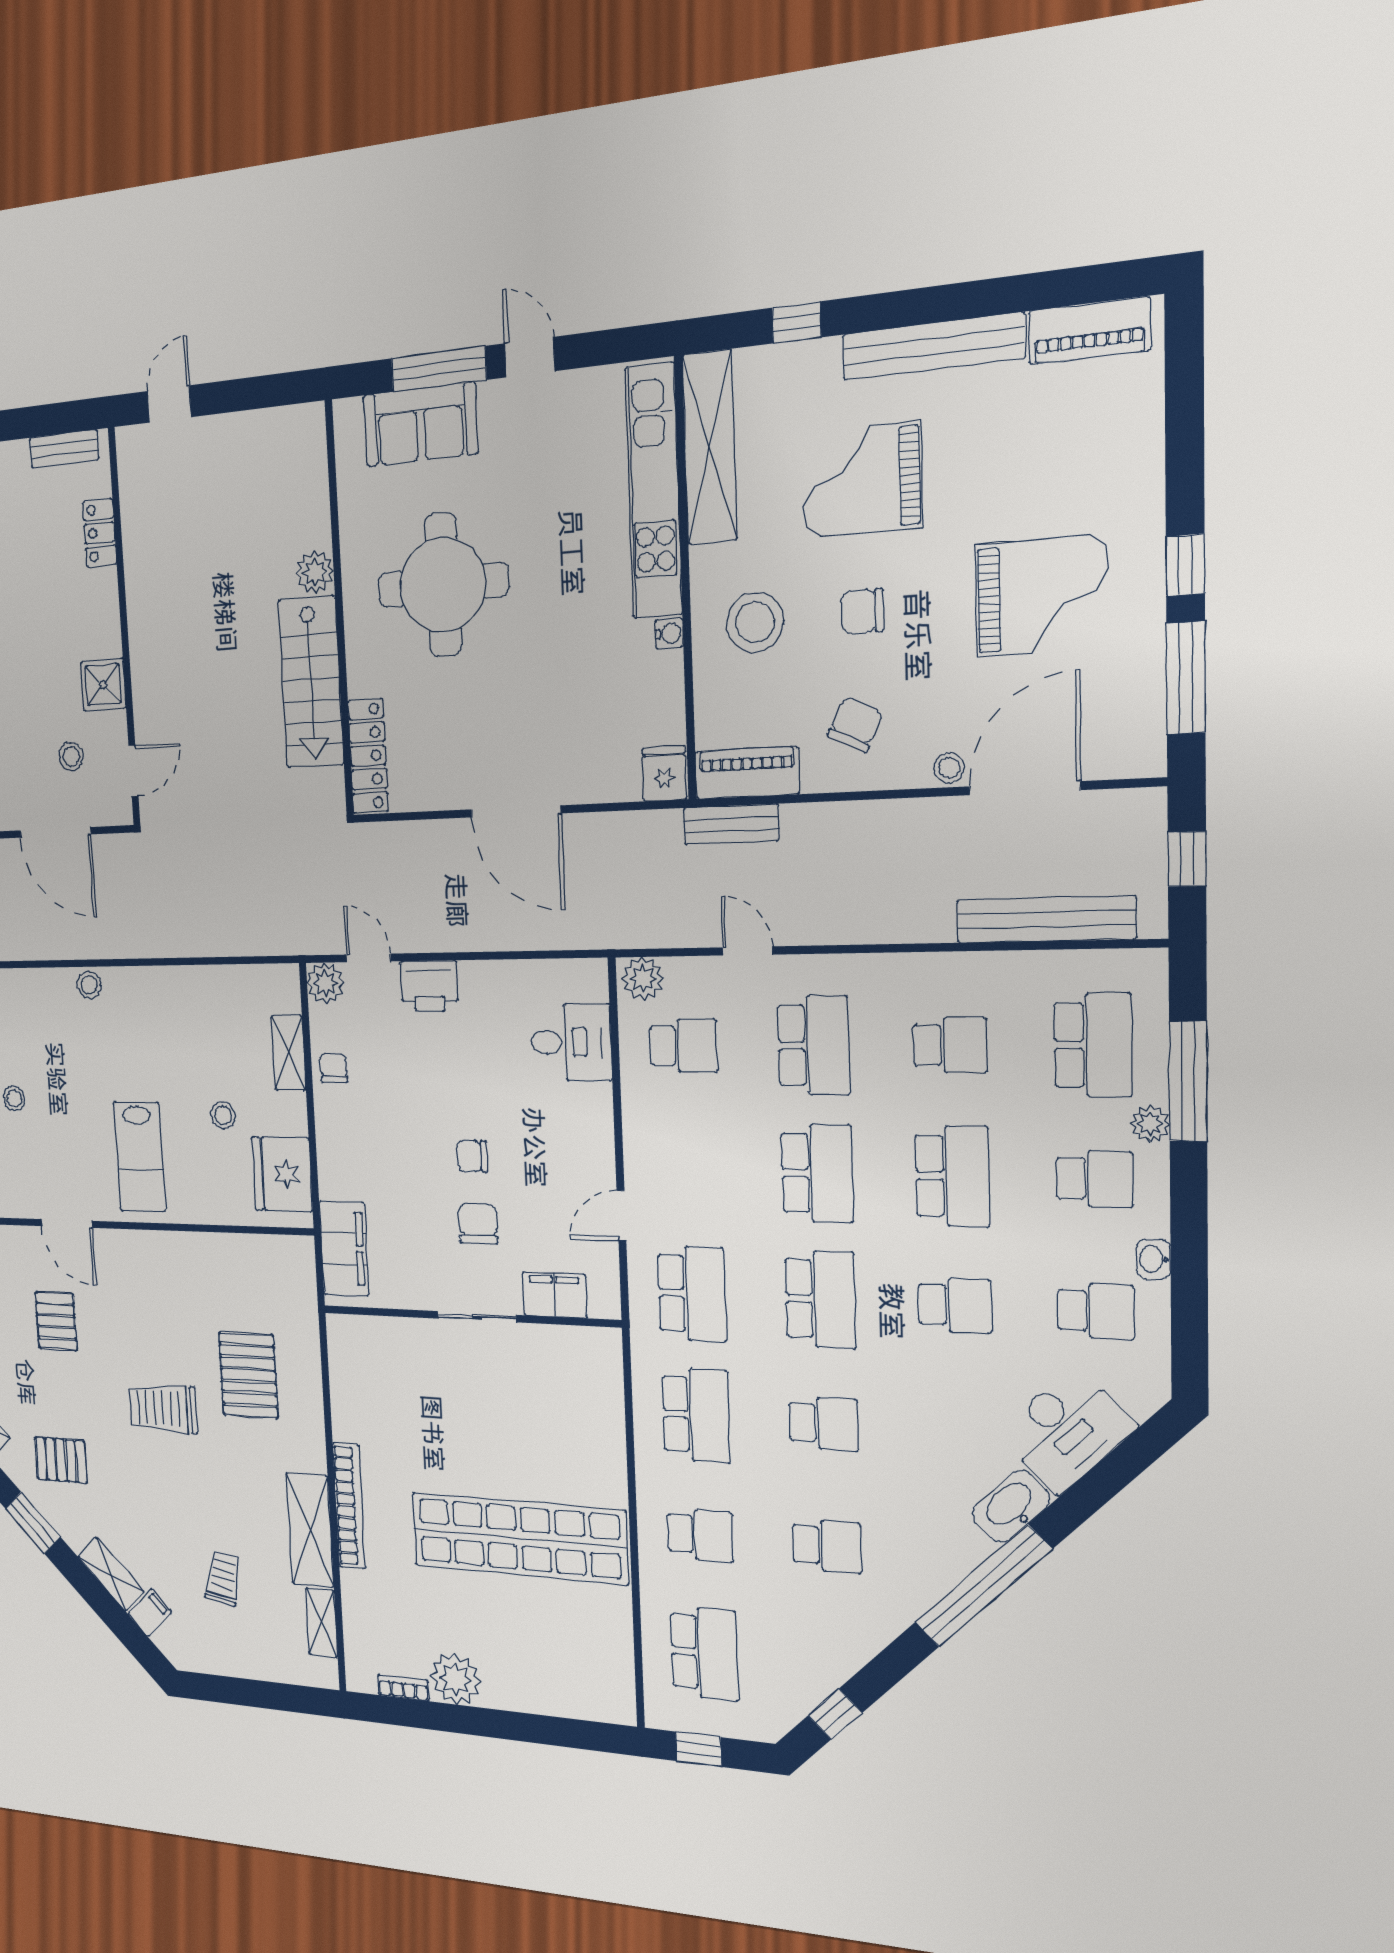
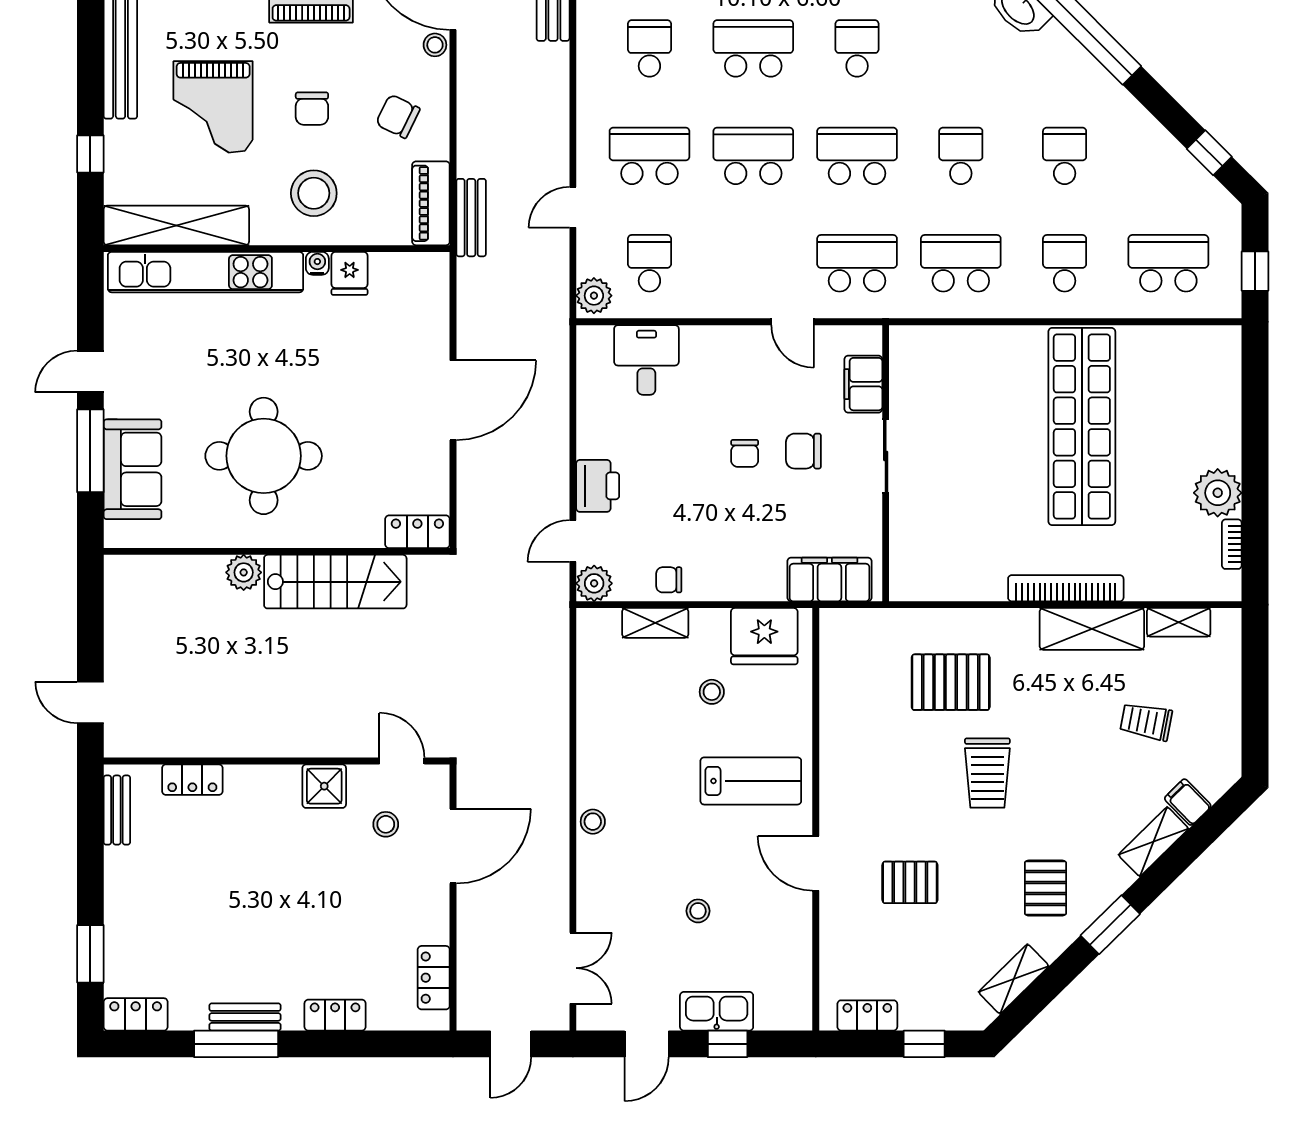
locker: (368, 756) -> (417, 532), width x0.66
fridge: (664, 774) -> (350, 273), moved, turned -90
door: (67, 1223) -> (816, 863), swing flipped

